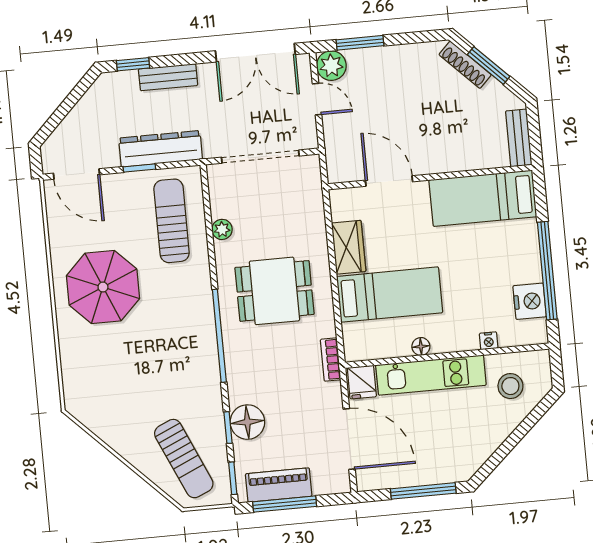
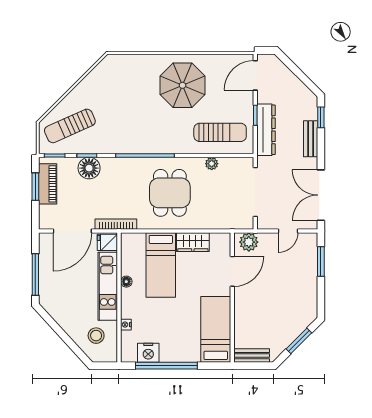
shoe rack: (465, 65) -> (301, 326), removed
plant: (331, 66) -> (249, 242), moved
bookcase: (331, 360) -> (116, 224), width x1.56
window: (285, 504) -> (35, 187), width x0.69

